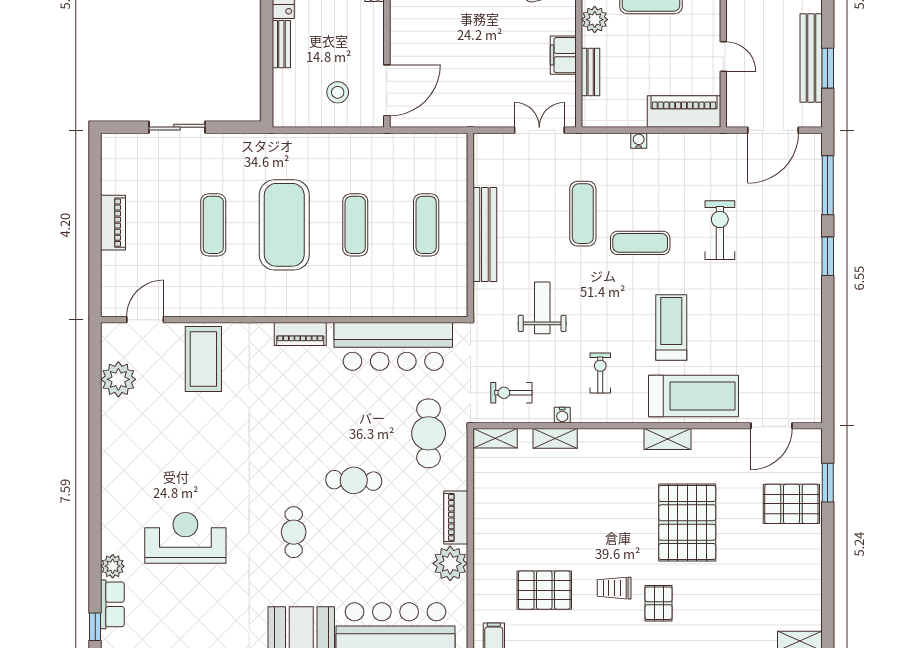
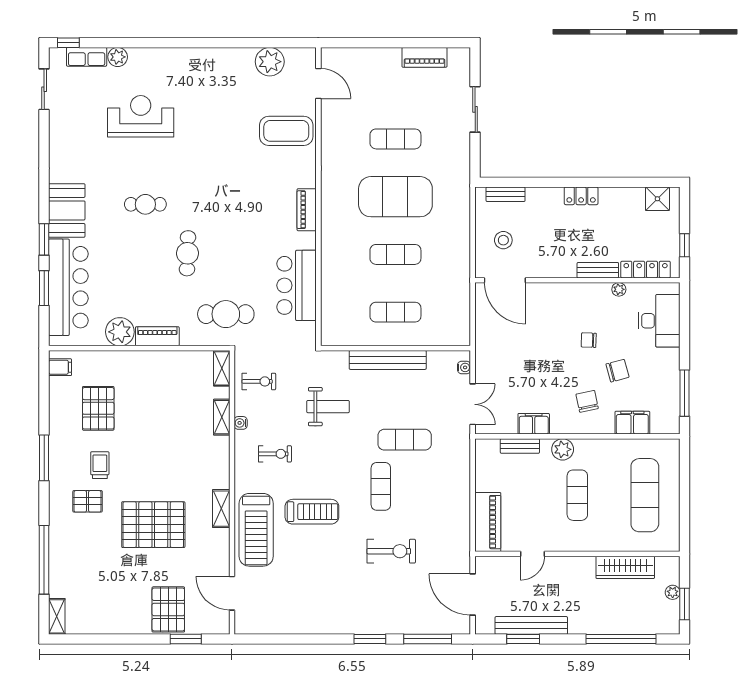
bench: (281, 44) -> (506, 194), moved
water cooler: (639, 141) -> (464, 367), moved
piano: (113, 223) -> (424, 57), moved
bar counter: (393, 346) -> (297, 285), width x0.73
exercise bike: (511, 393) -> (259, 381), turned 90
reception desk: (185, 538) -> (141, 116), turned -90

